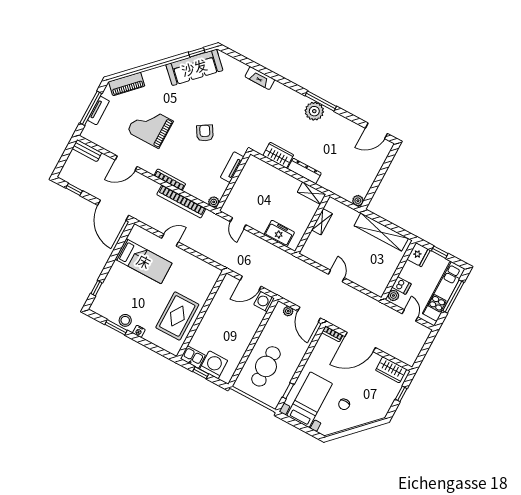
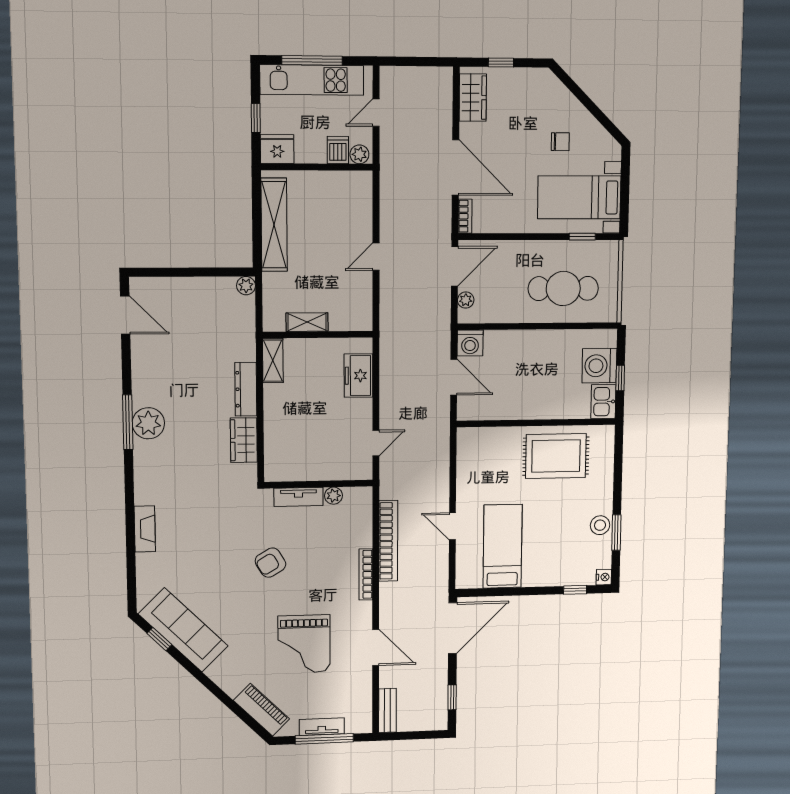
plant: (214, 202) -> (333, 496), moved
nightstand: (139, 331) -> (604, 577), moved

